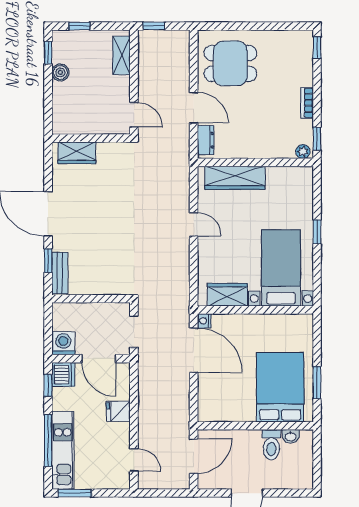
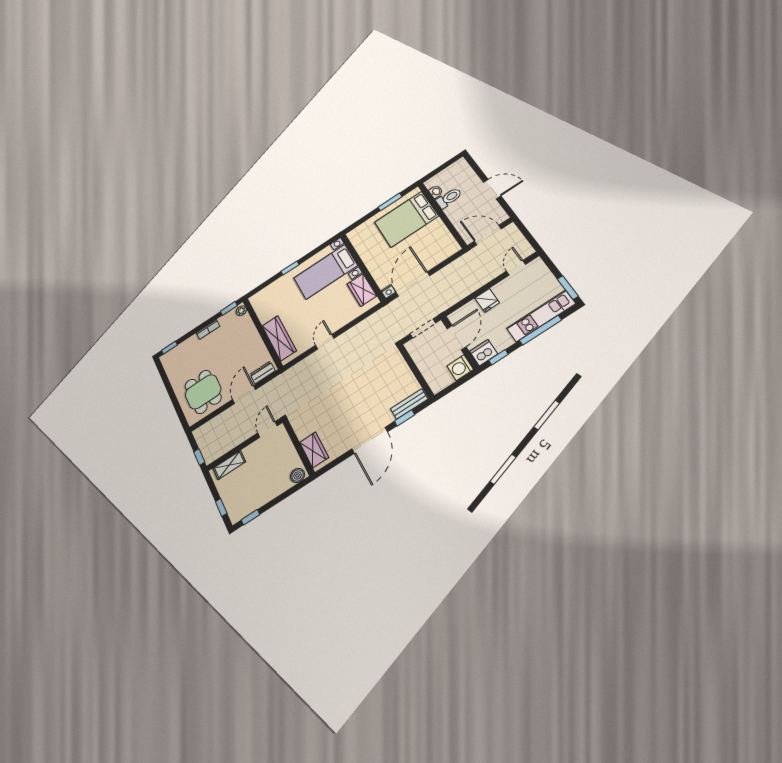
boiler: (60, 72) -> (298, 475), moved

